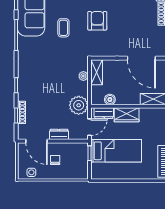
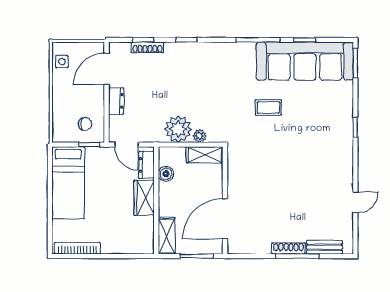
armchair: (97, 21) -> (278, 156), removed
plant: (79, 105) -> (178, 129), moved
bed: (116, 151) -> (68, 183), moved
chair: (55, 160) -> (85, 124), moved

